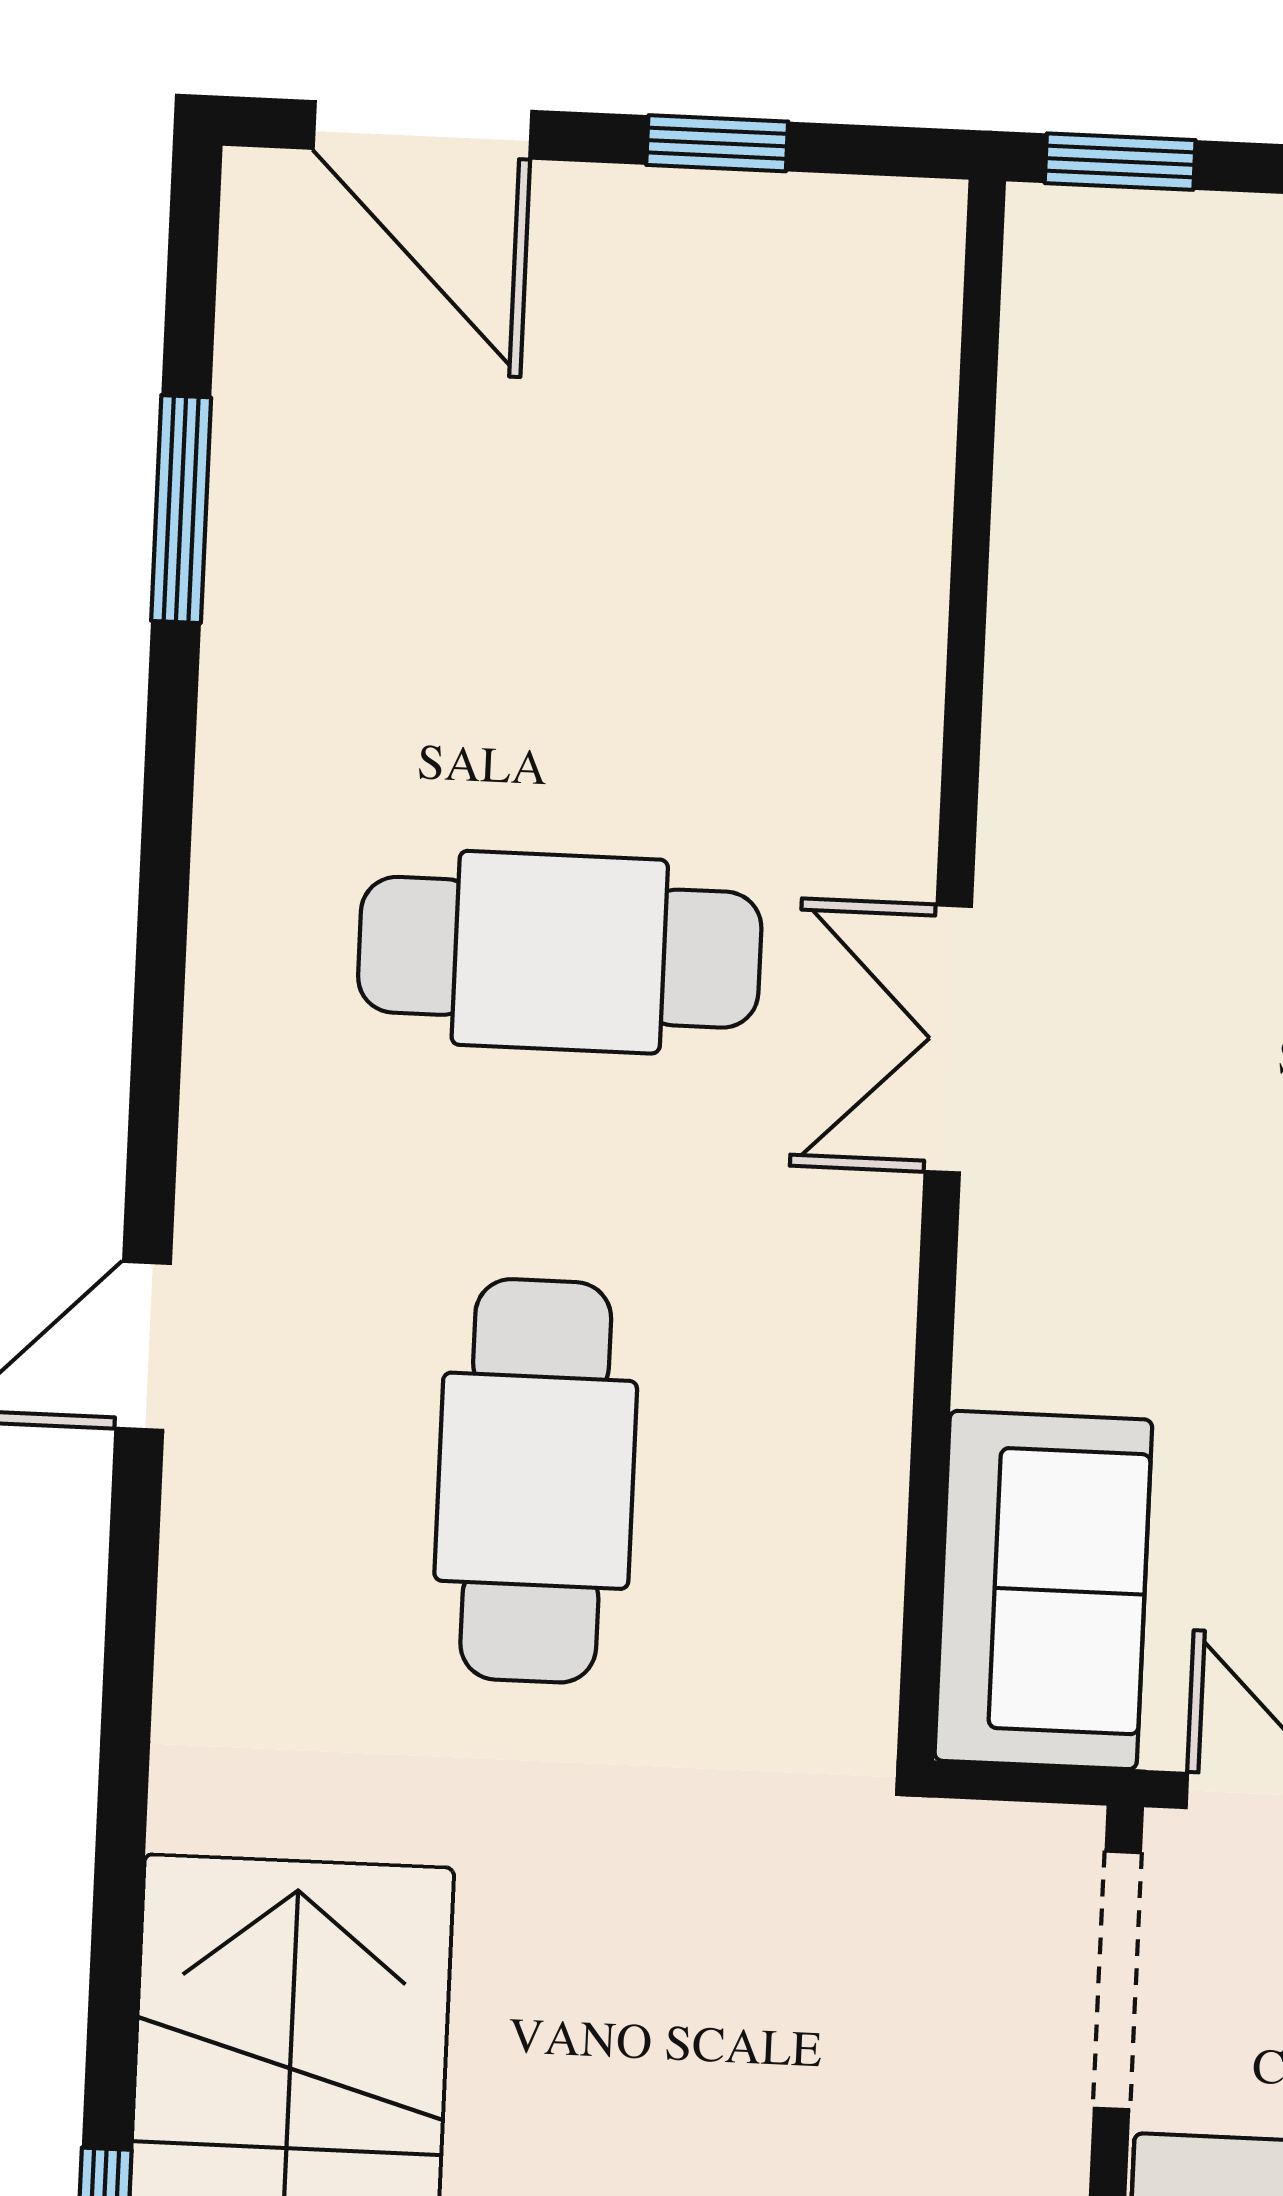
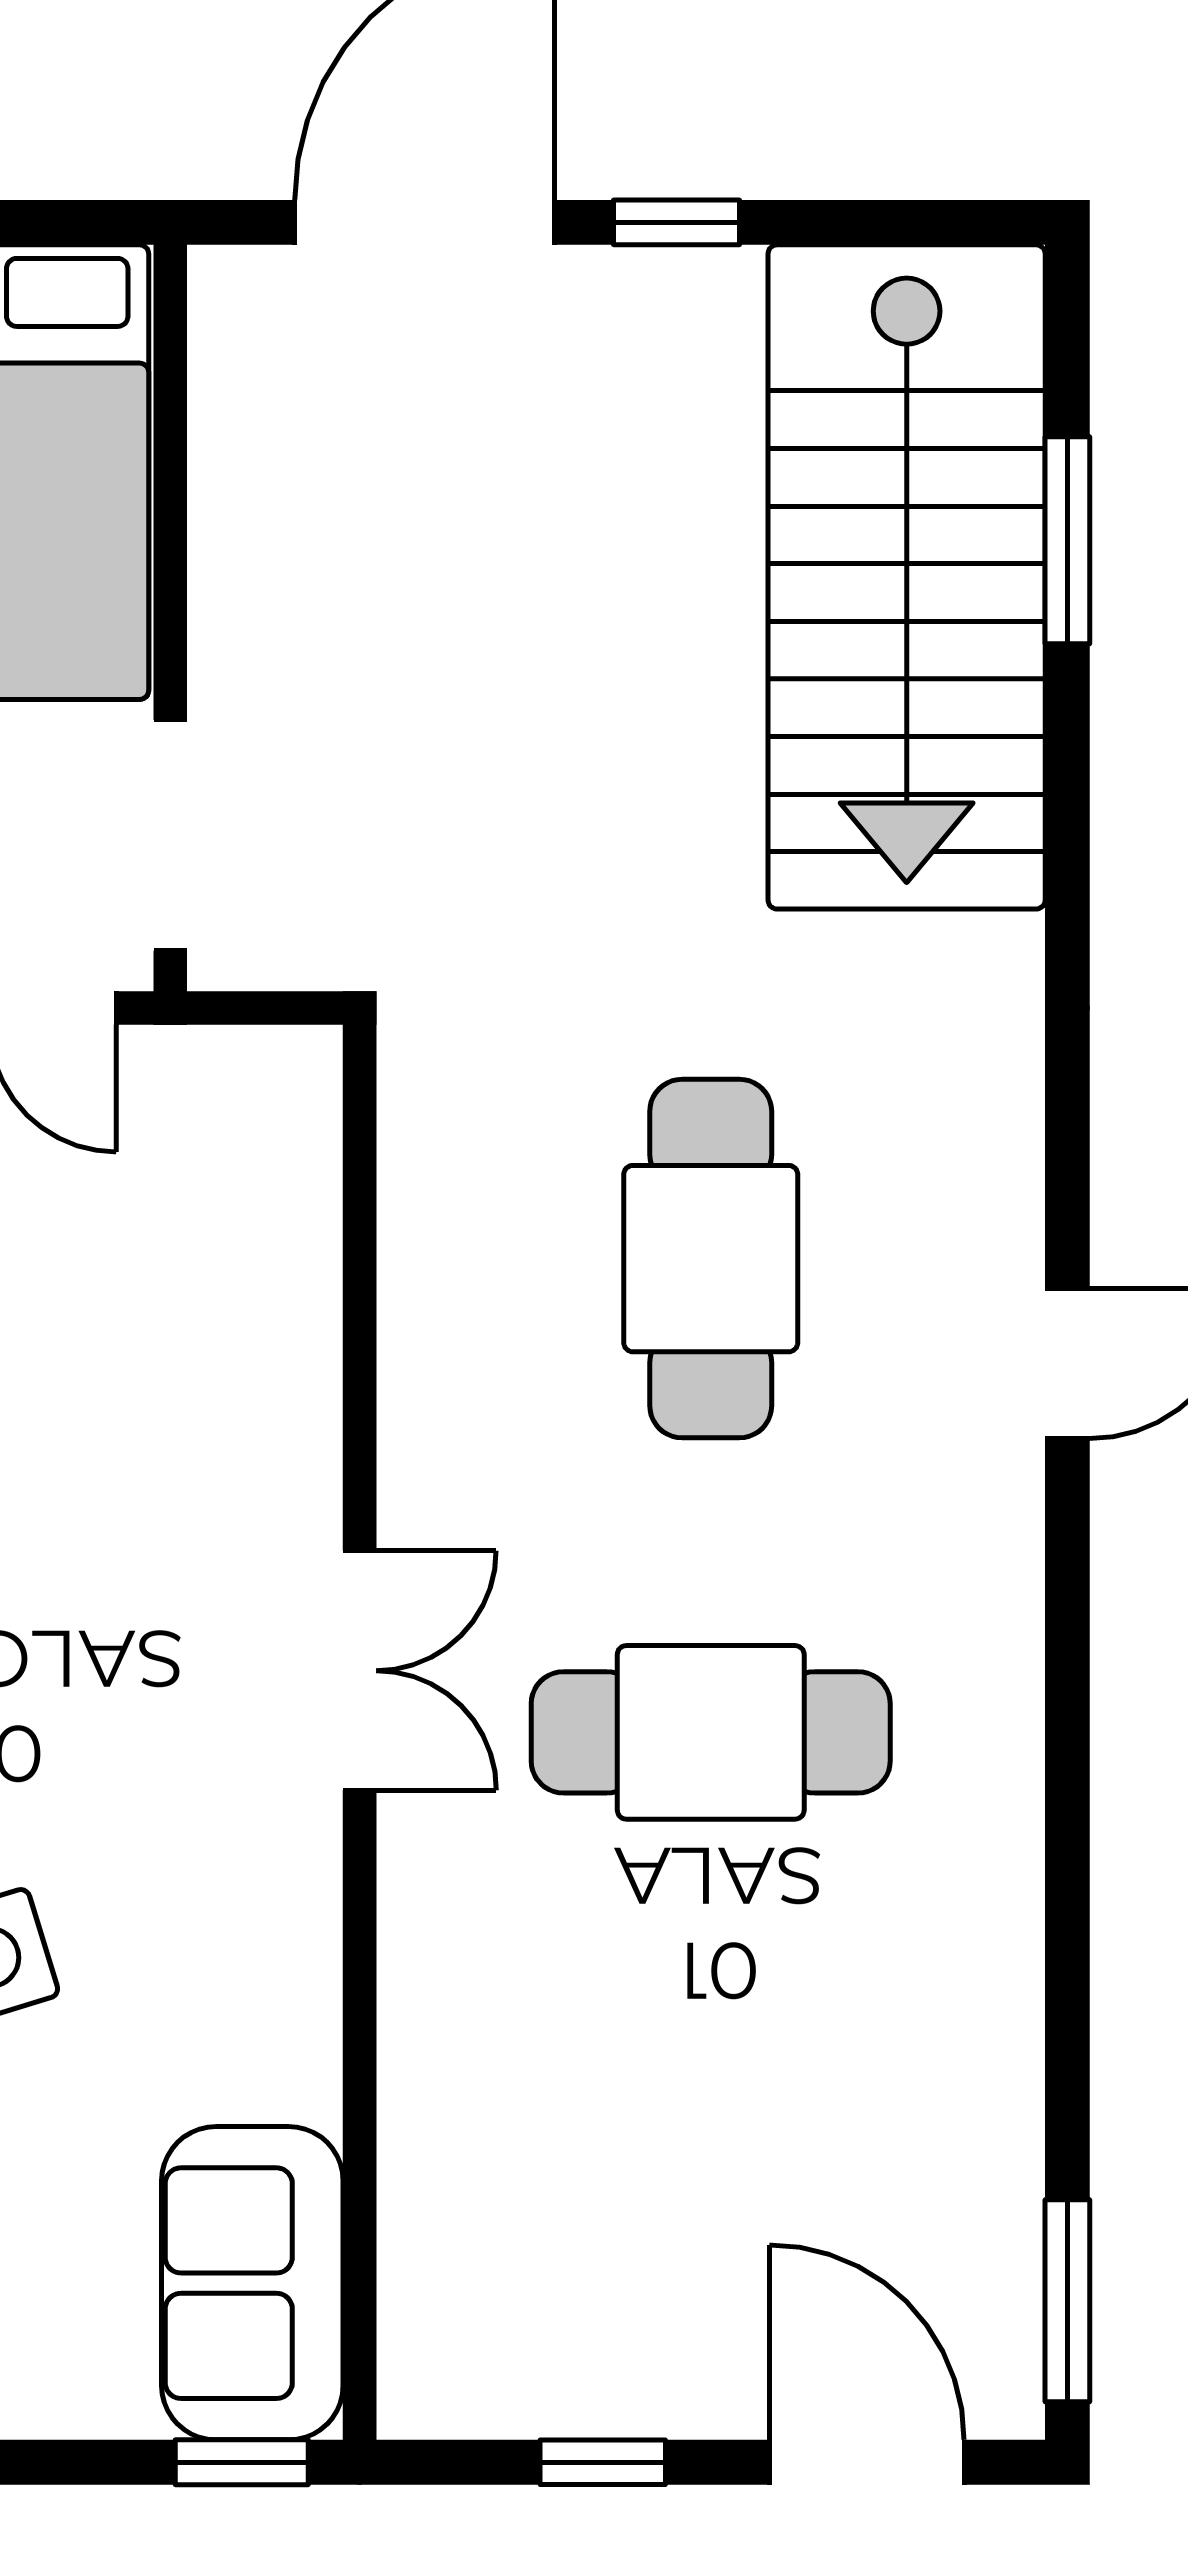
window: (181, 509) -> (1067, 2301), moved
sofa: (1043, 1590) -> (252, 2283), moved

